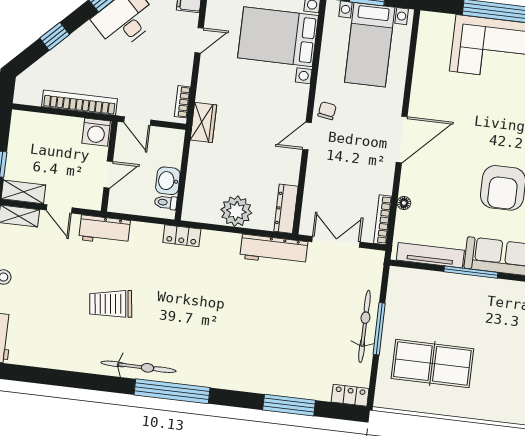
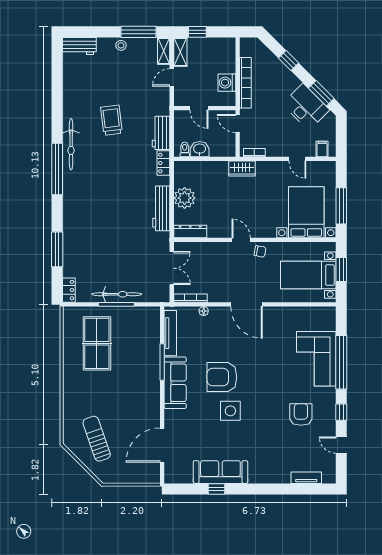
door: (137, 121) -> (238, 123), hinge flipped
washing machine: (96, 132) -> (227, 83), moved
workbench: (104, 230) -> (161, 133), moved
workbench: (274, 250) -> (161, 208), moved

